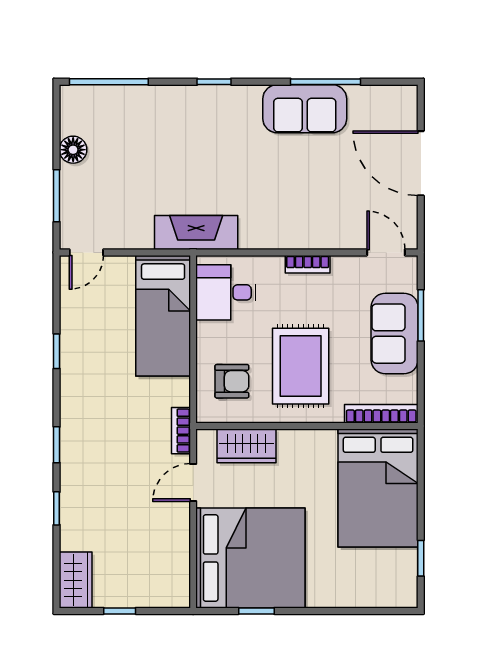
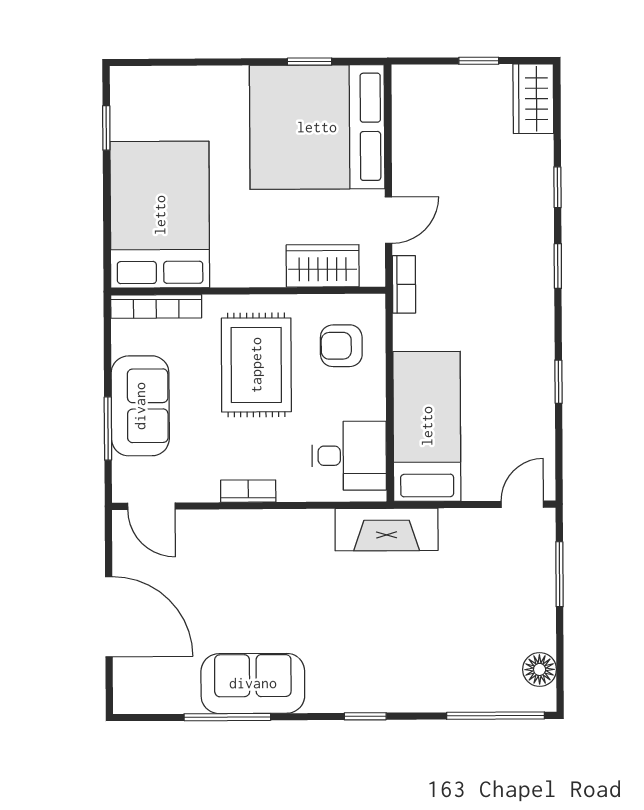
floor lamp: (73, 150) -> (540, 669), moved

